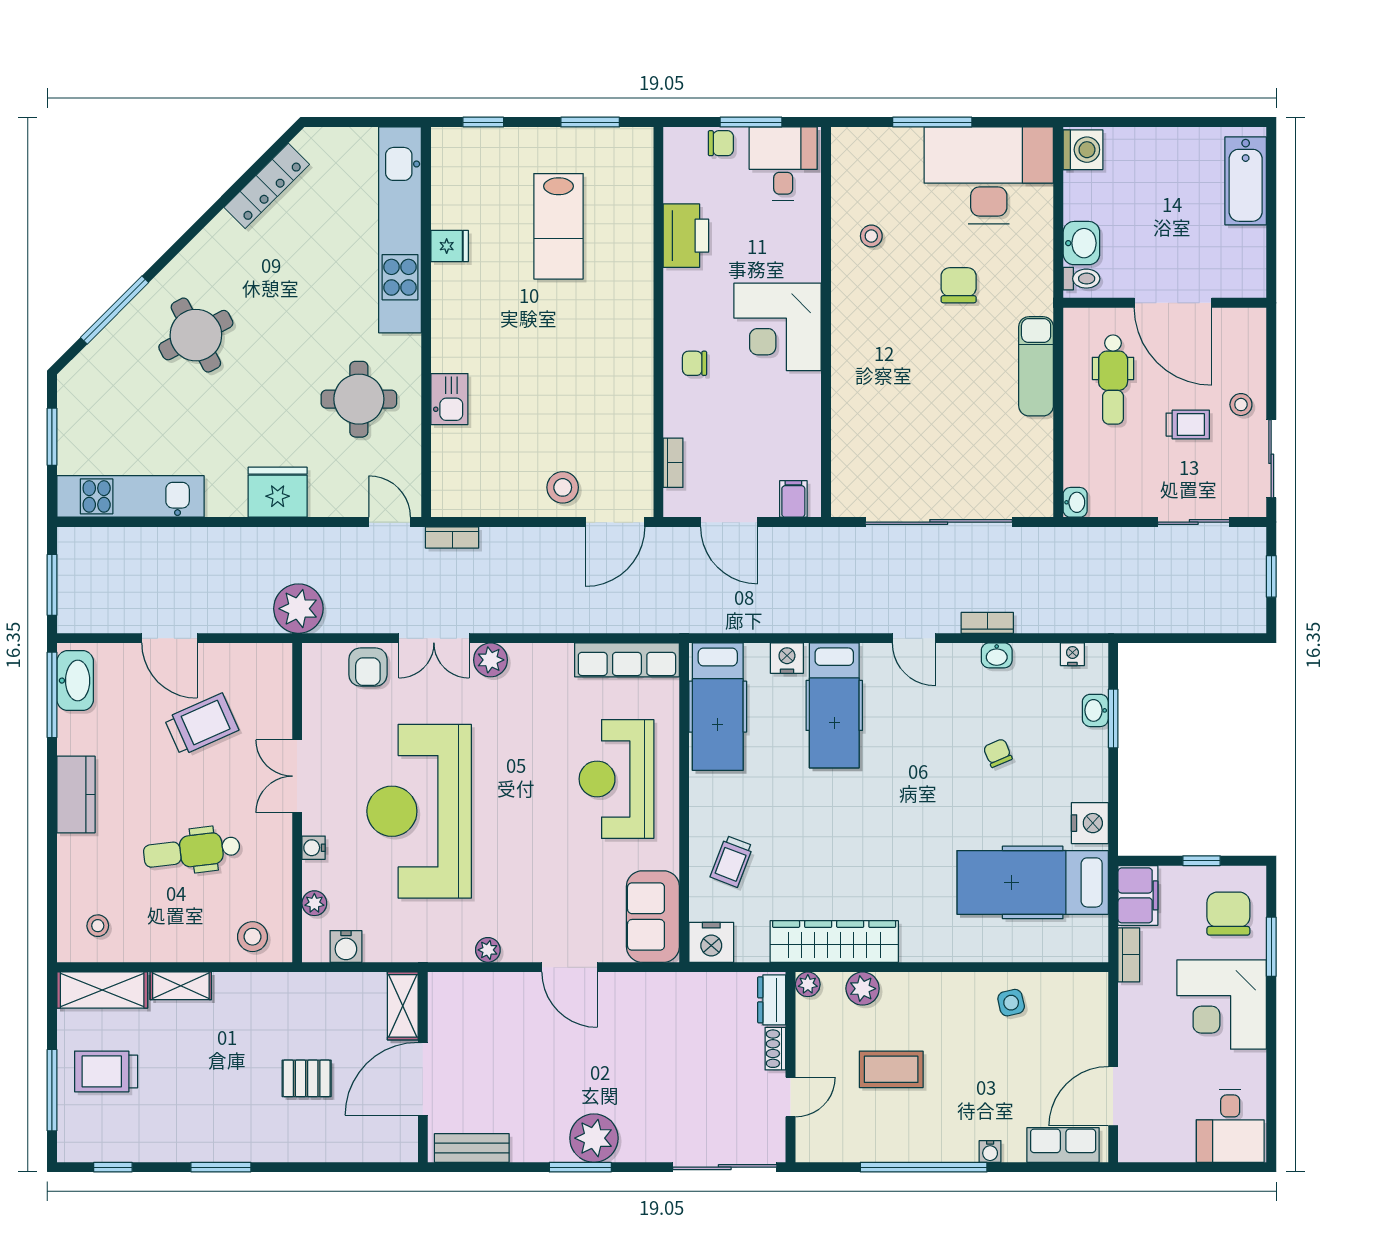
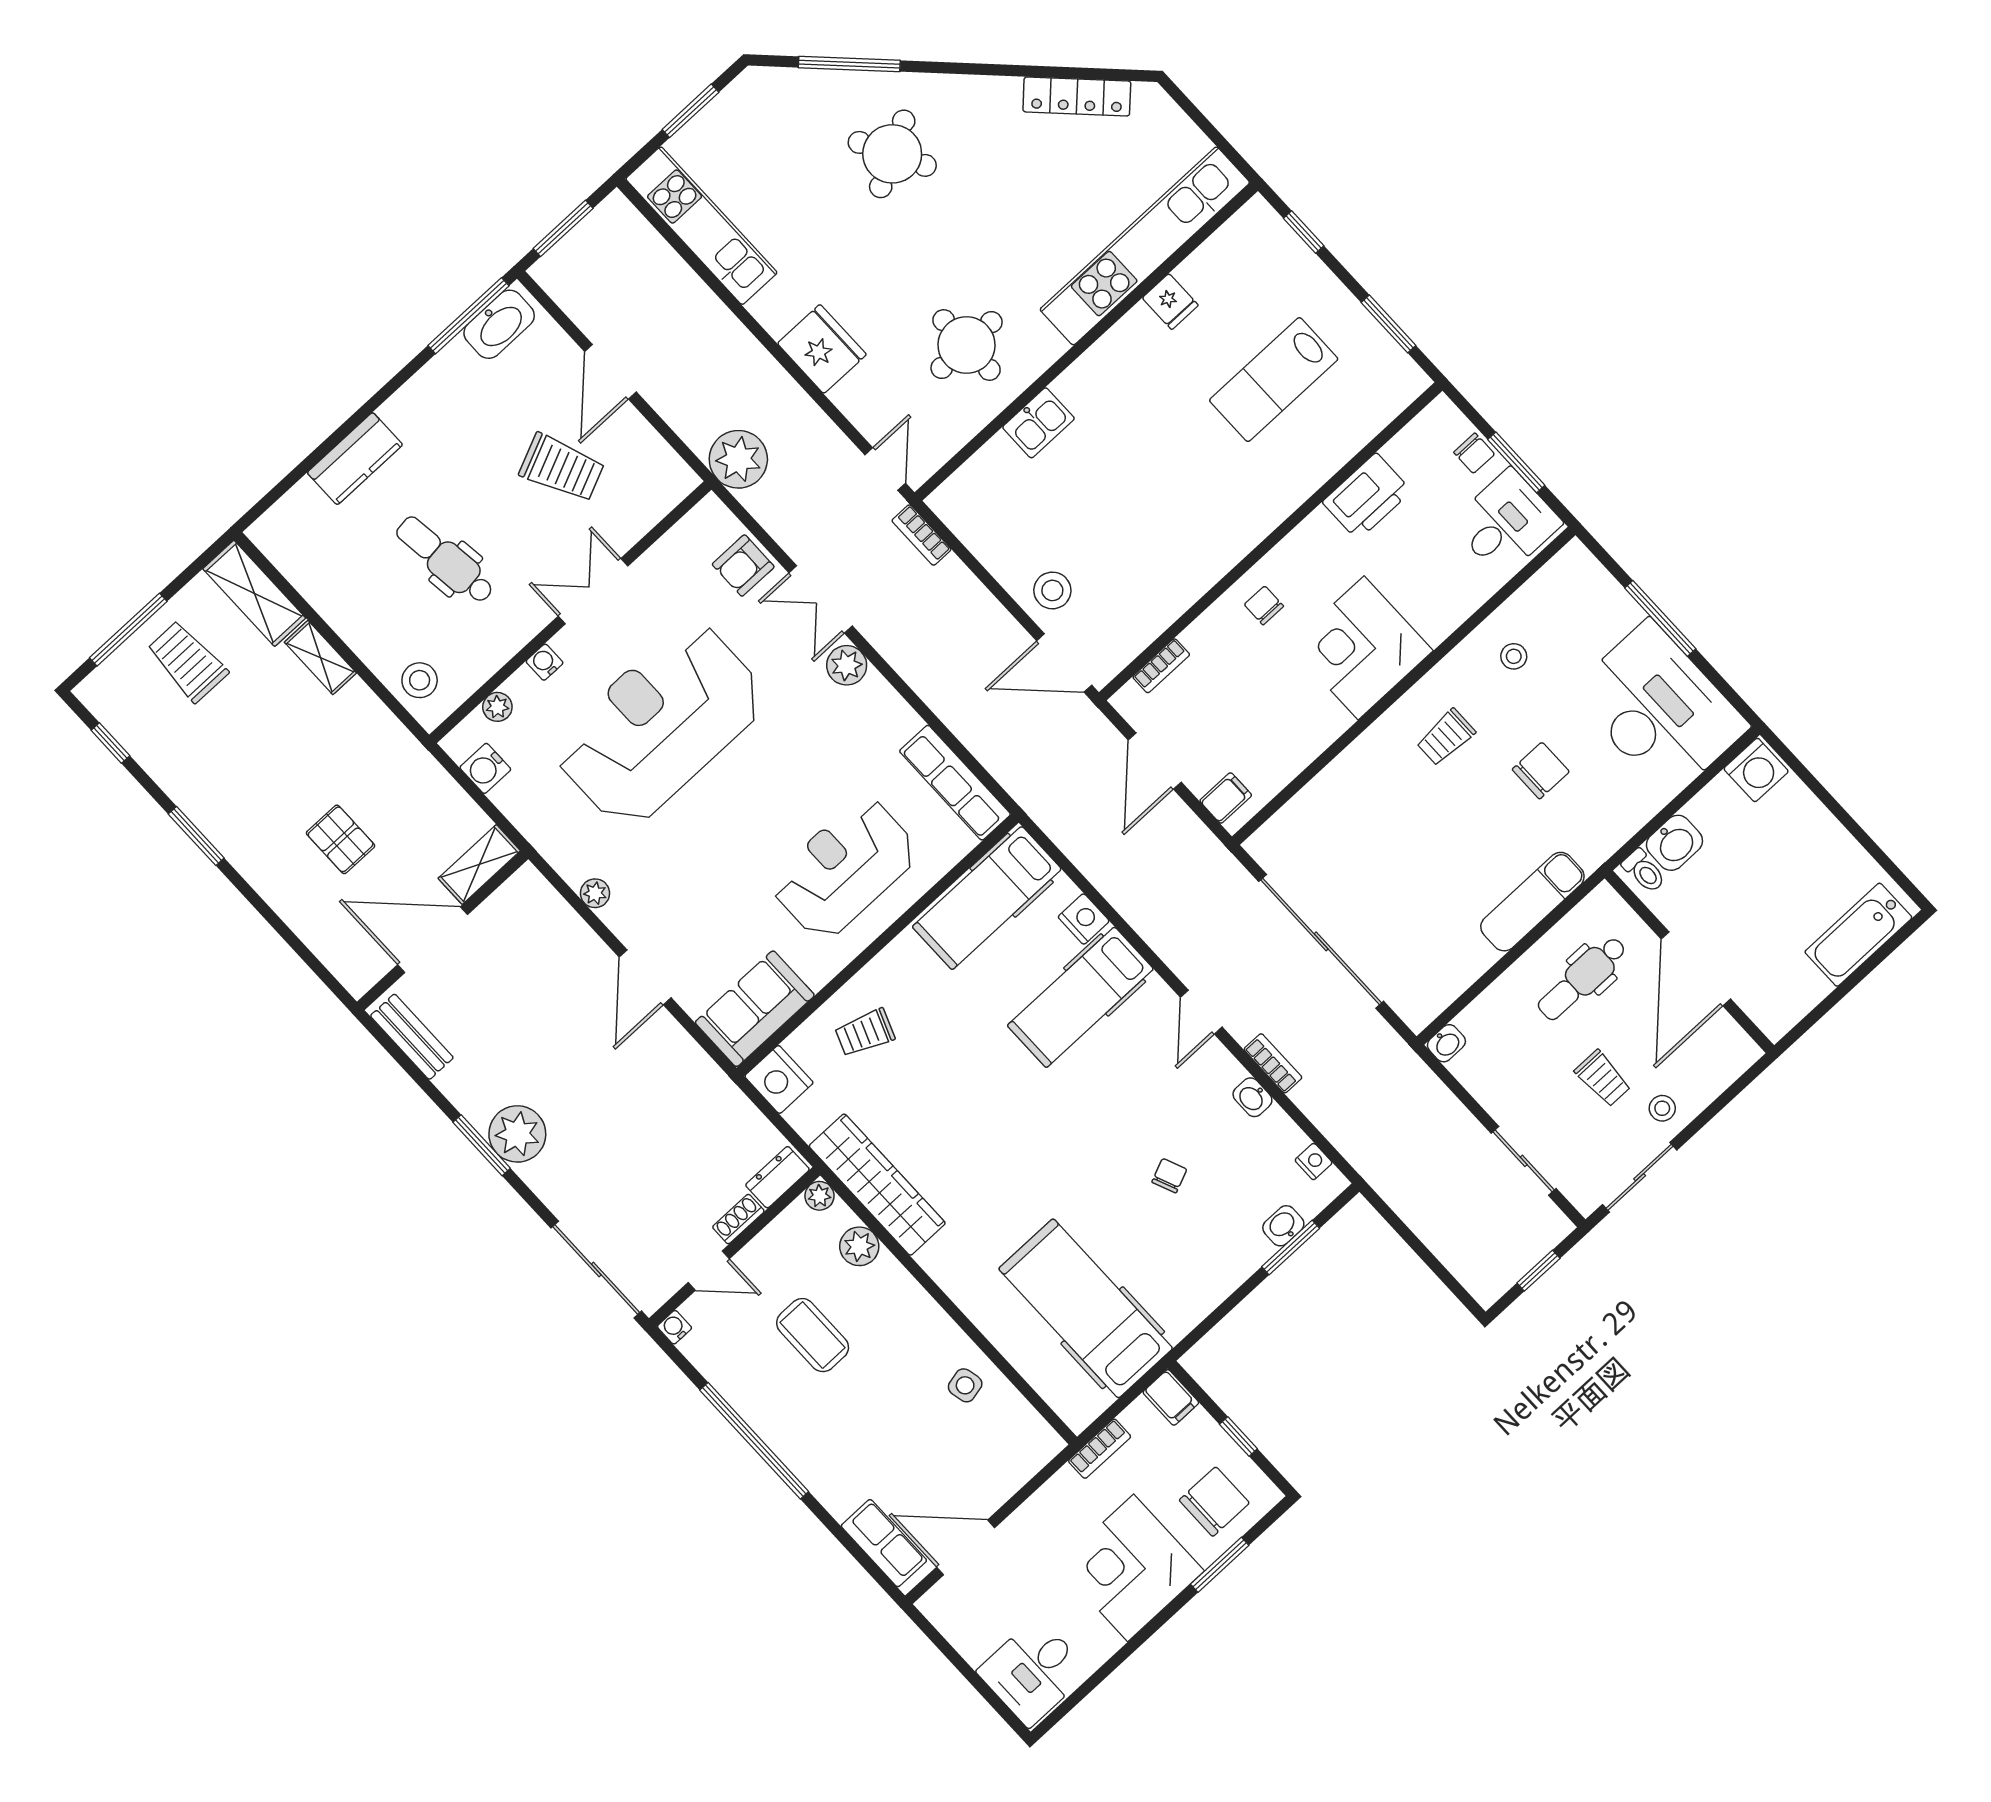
trolley: (883, 325) -> (1446, 737), added
kitchen counter: (76, 795) -> (355, 459), moved
nightstand: (1090, 823) -> (1182, 1311), removed
filing cabinet: (1138, 895) -> (1171, 1397), width x0.50
stool: (98, 926) -> (306, 538), removed
water cooler: (990, 1151) -> (674, 1327), moved, turned 90

